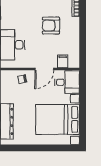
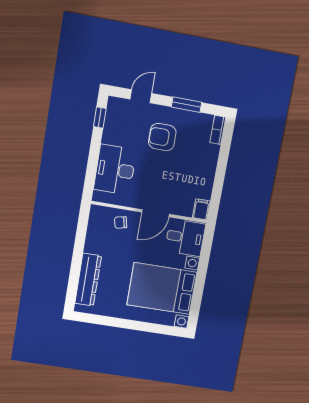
armchair: (51, 26) -> (162, 137), moved
filing cabinet: (63, 61) -> (201, 209), moved

